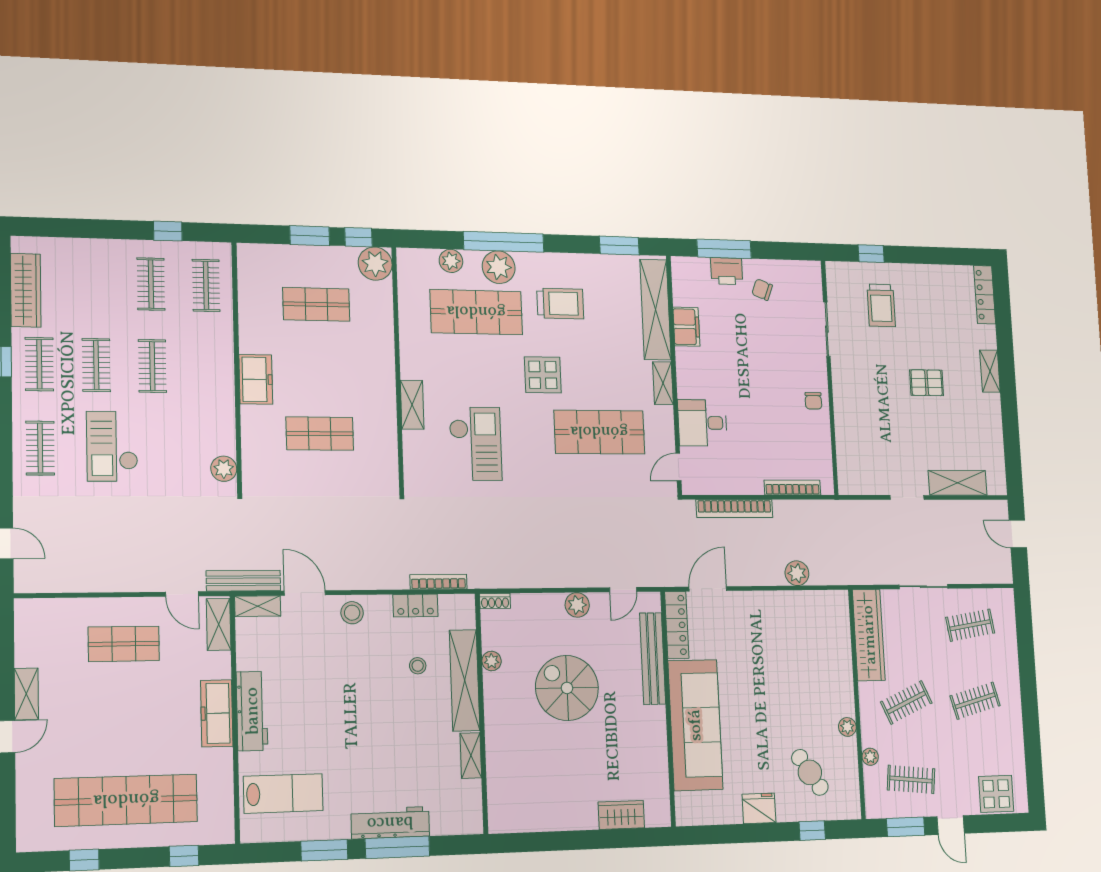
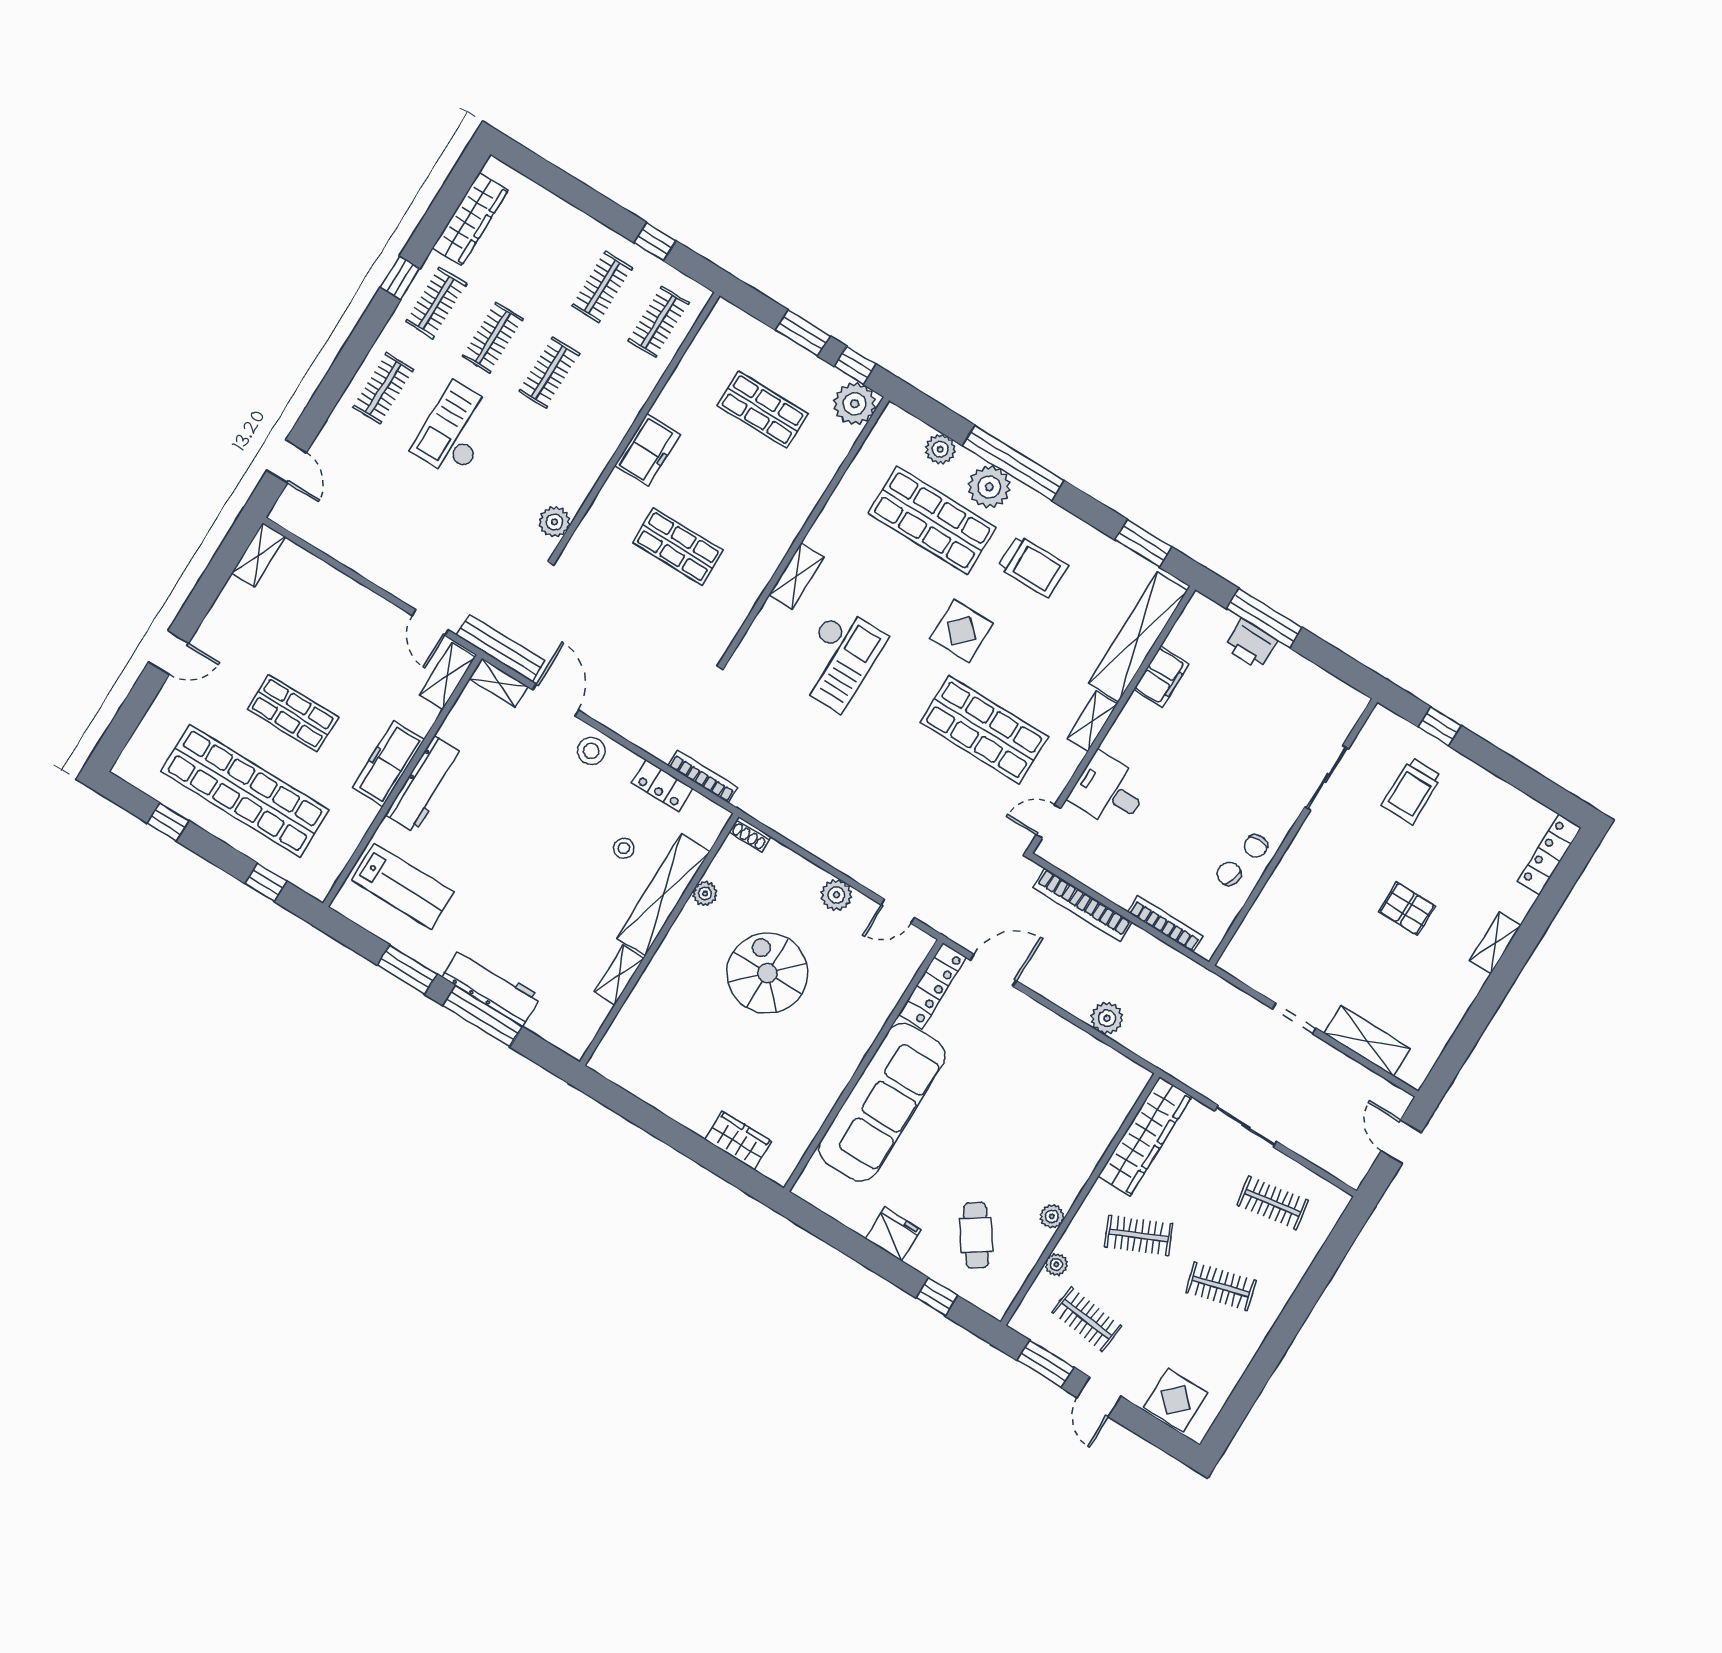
chair: (762, 290) -> (1229, 874), moved
shop shelf: (124, 644) -> (293, 713), moved
bench: (653, 659) -> (882, 1003), removed
shelving: (26, 694) -> (258, 555), moved

